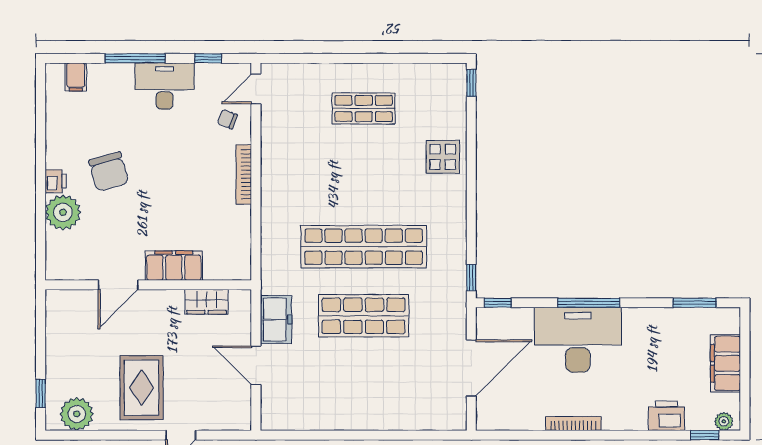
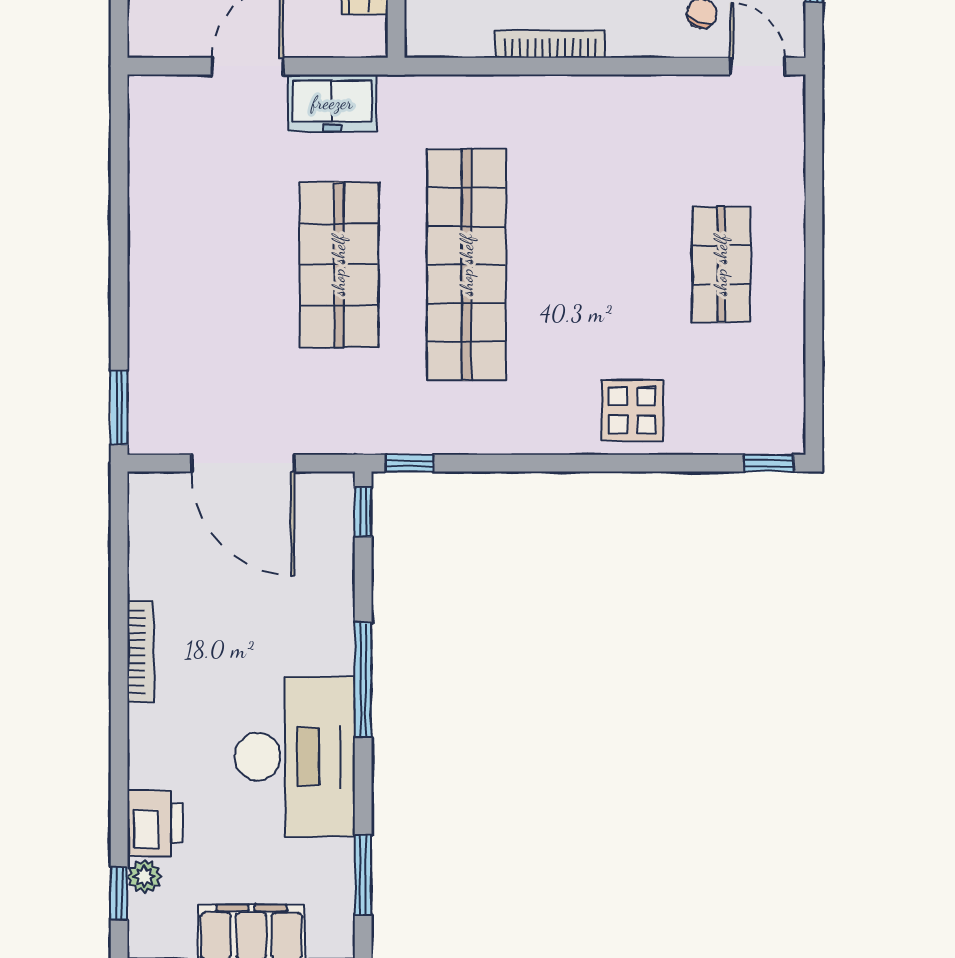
bookcase: (244, 174) -> (550, 44), moved
desk: (578, 340) -> (295, 757), moved
plant: (724, 421) -> (144, 876), moved
window: (441, 435) -> (119, 408), added

